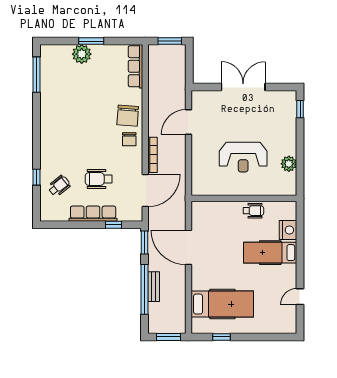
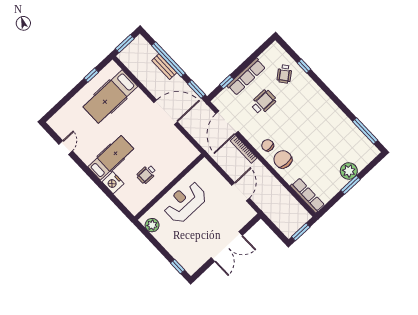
wall: (244, 198) -> (169, 187), moved

